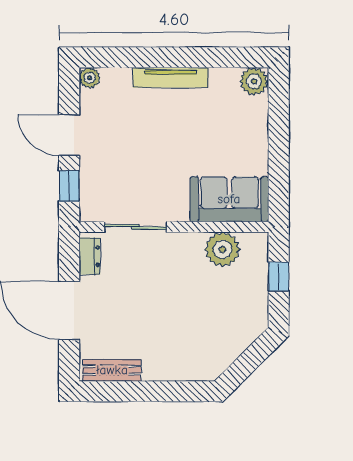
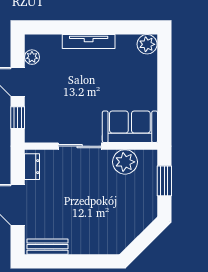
plant: (90, 78) -> (32, 57), moved
sliding door: (135, 227) -> (80, 146), moved
window: (279, 277) -> (164, 181), width x1.50

